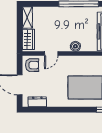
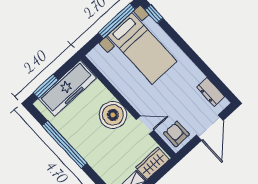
boiler: (75, 46) -> (113, 115), width x1.86, depth x1.86

